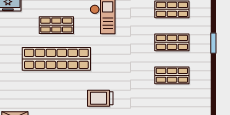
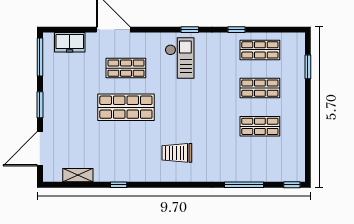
window: (213, 43) -> (308, 67), moved
shop shelf: (56, 59) -> (126, 107), width x0.71

